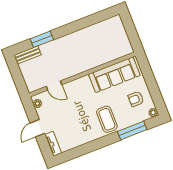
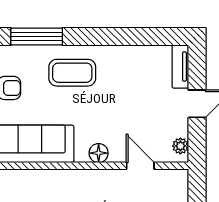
floor lamp: (78, 84) -> (99, 153), added
coffee table: (107, 119) -> (72, 73), turned 90

